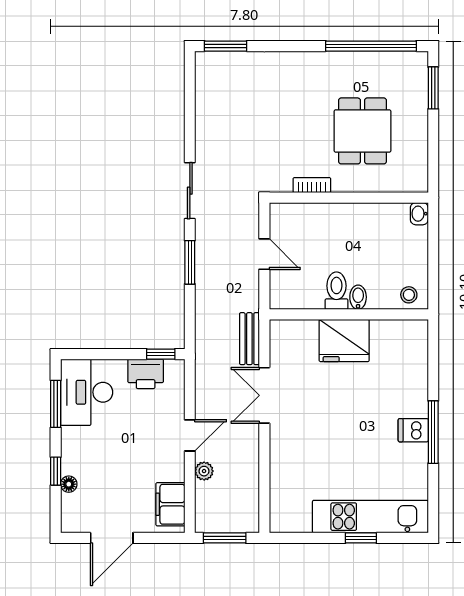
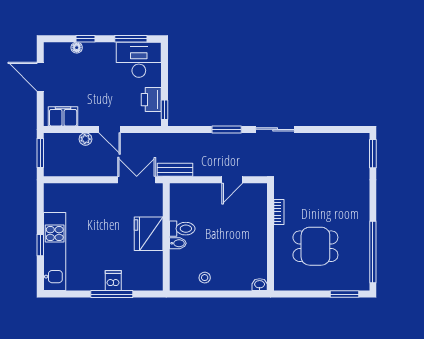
toilet: (336, 291) -> (182, 229), moved
bidet: (358, 297) -> (178, 243), moved
wall: (349, 314) -> (166, 237), moved
fridge: (344, 340) -> (149, 234), moved

